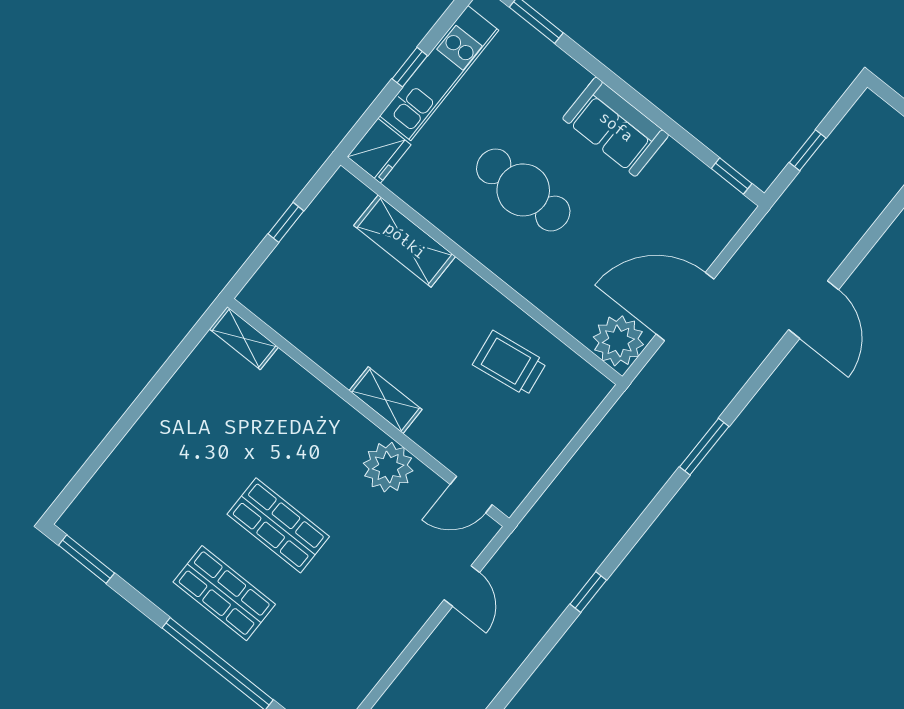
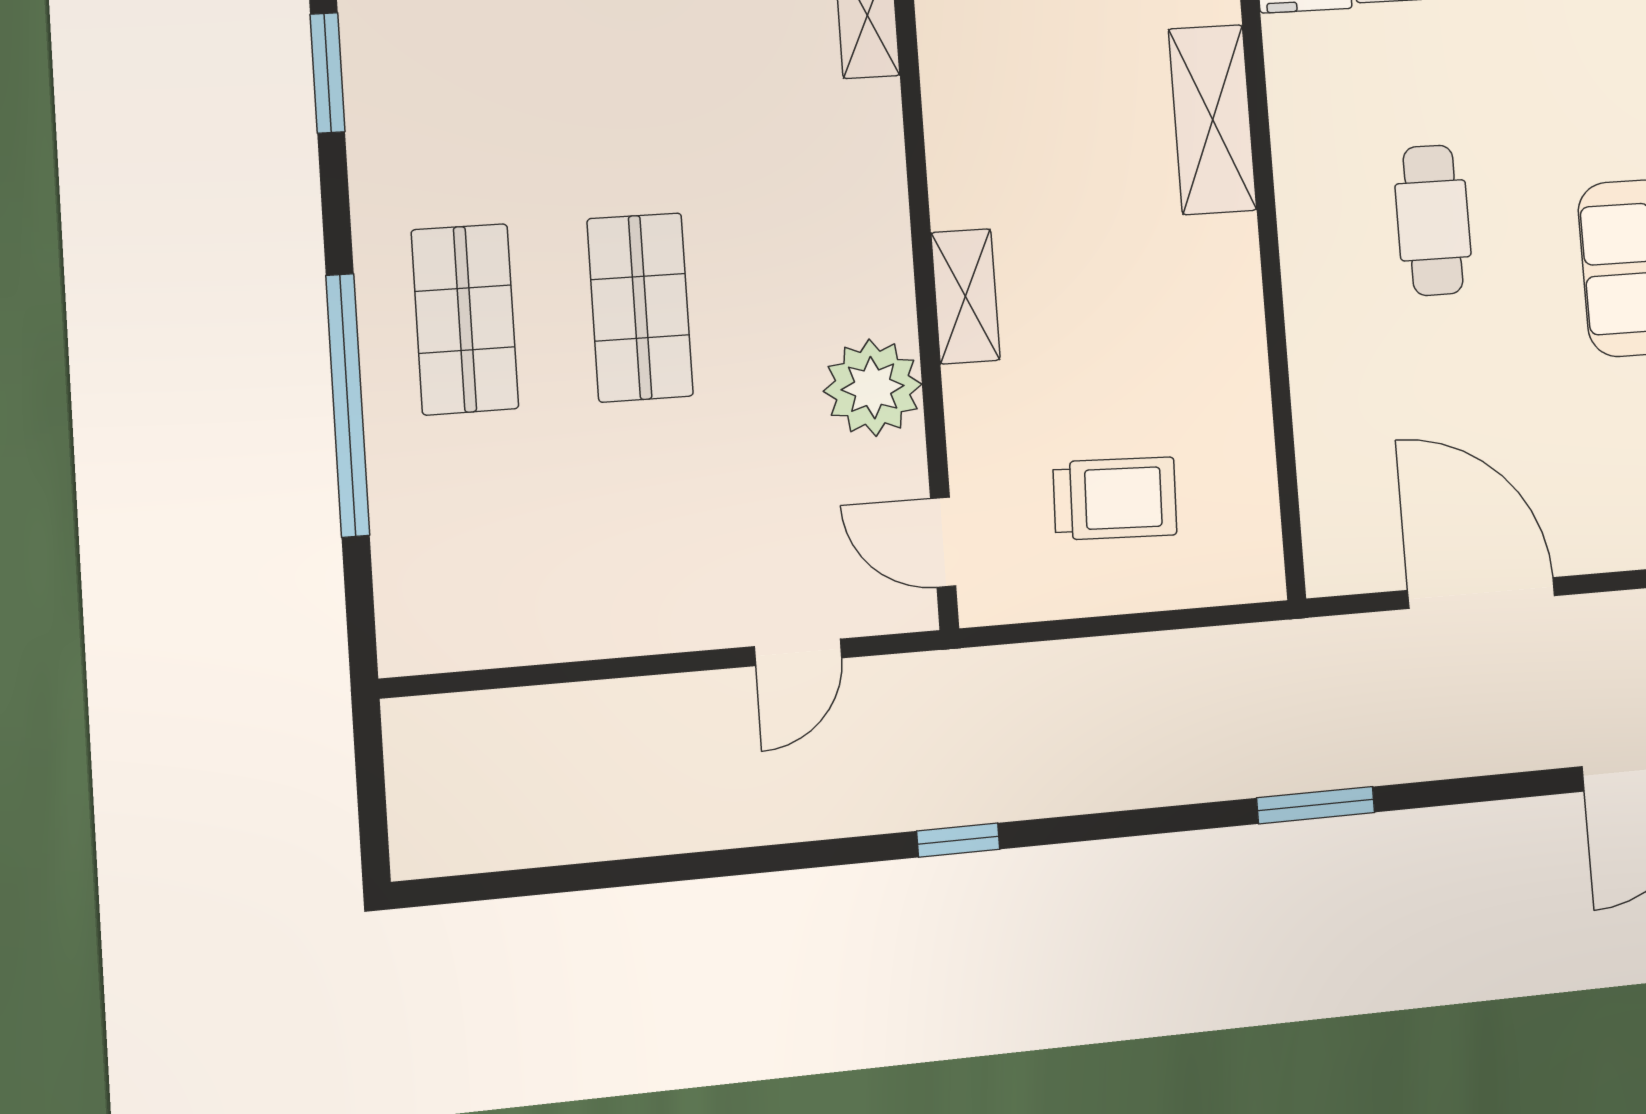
cafe table: (523, 190) -> (1433, 220), width x0.73, depth x0.74
plant: (618, 341) -> (1350, 546), removed
trolley: (510, 363) -> (1115, 498), moved, turned 100

